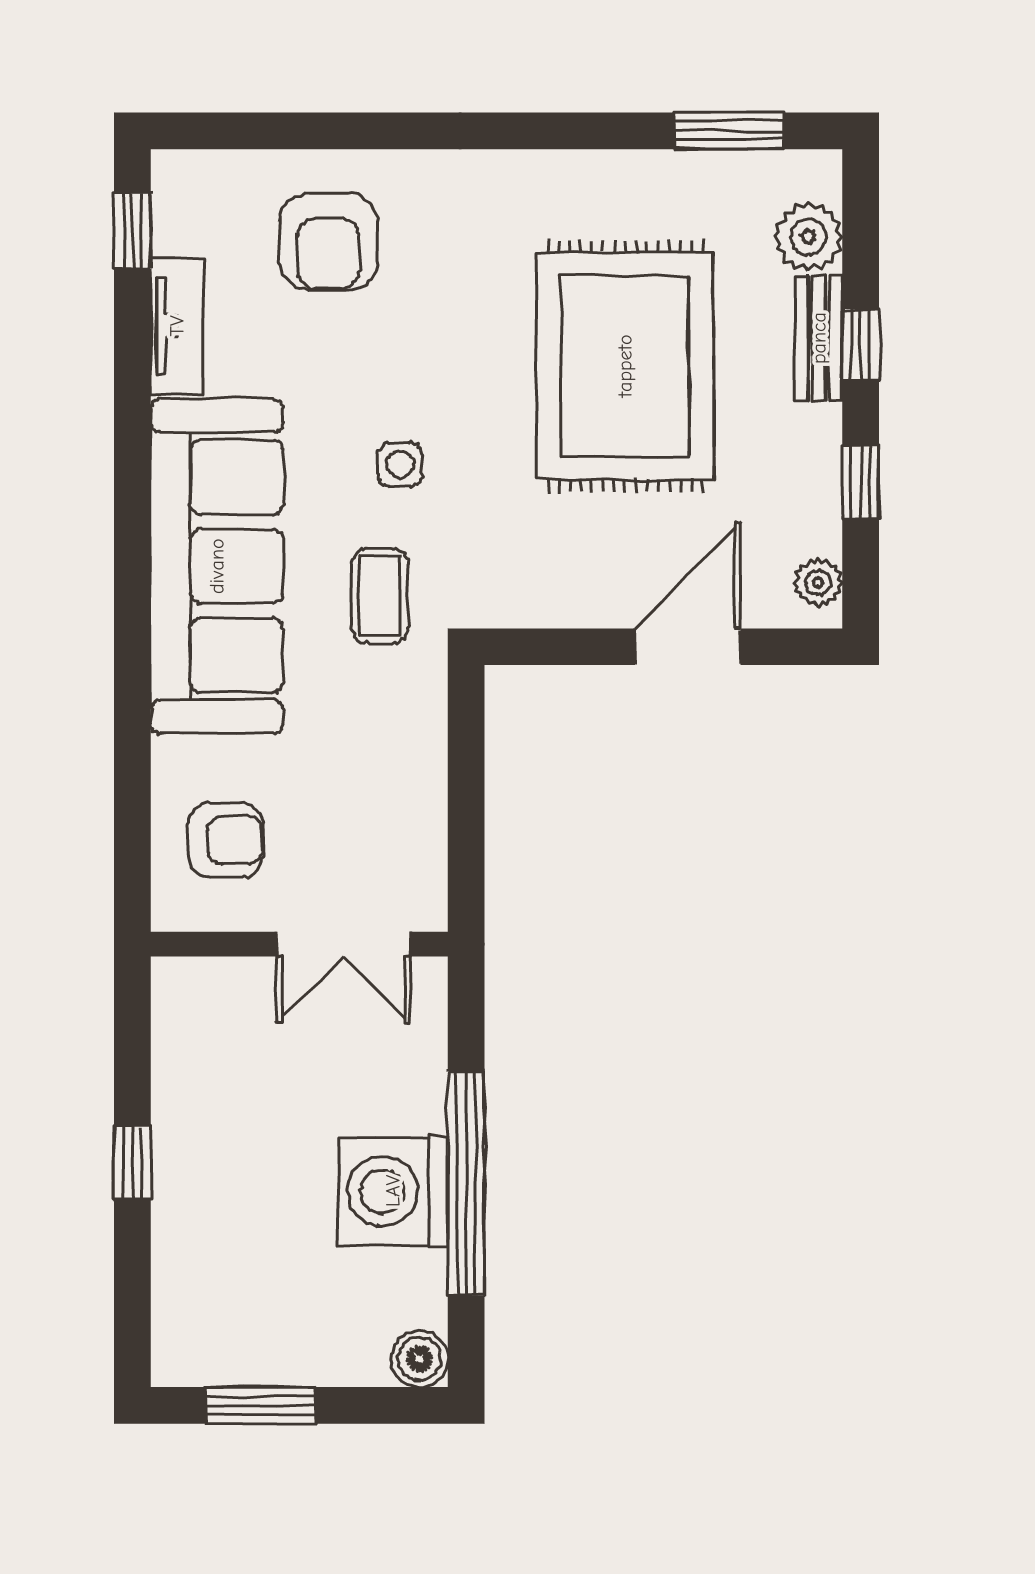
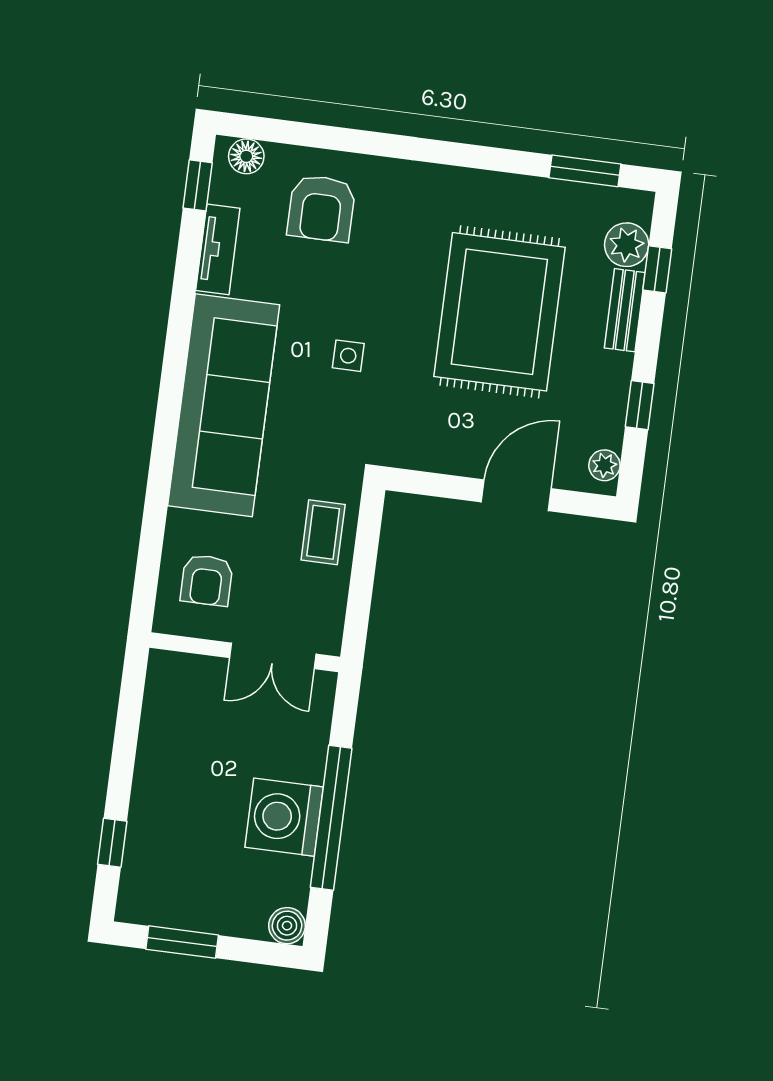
floor lamp: (202, 176) -> (246, 156), added
window: (861, 344) -> (657, 269), moved
coffee table: (380, 596) -> (323, 532), moved
armchair: (226, 840) -> (207, 580), turned 90
window: (132, 1163) -> (112, 843), moved

